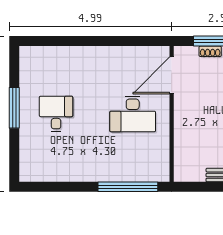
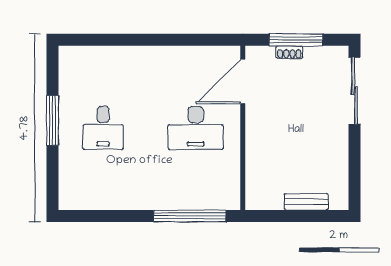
desk: (56, 114) -> (103, 128), turned 180

